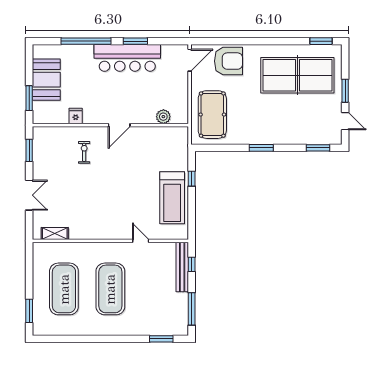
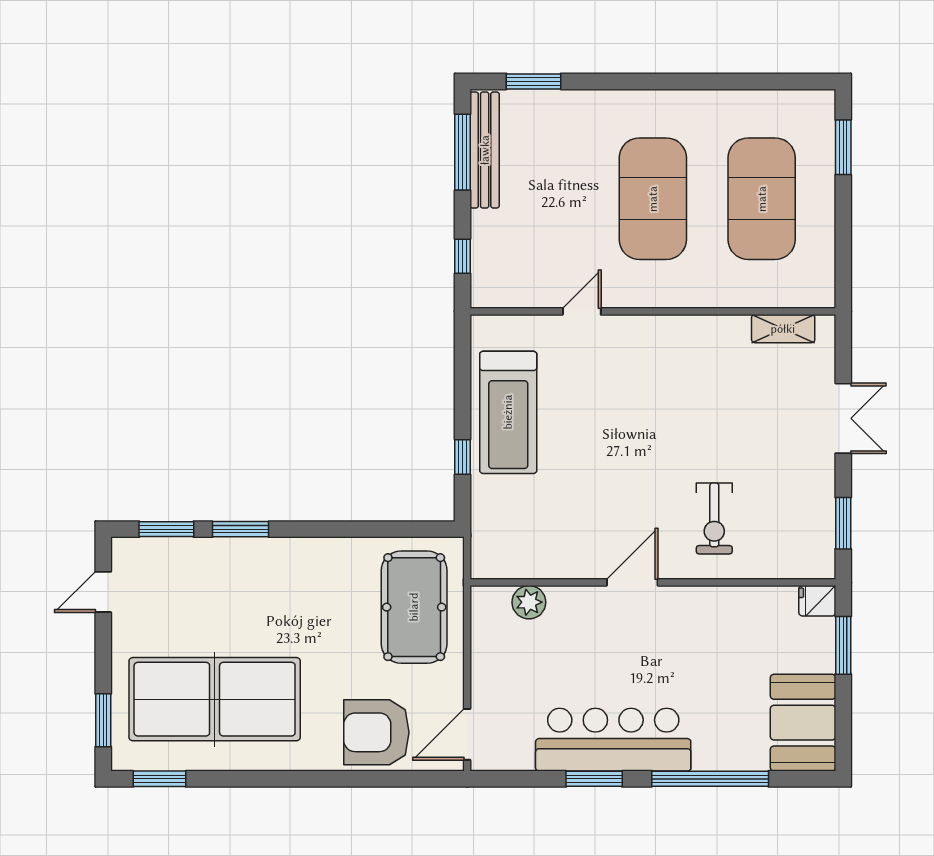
booth: (46, 80) -> (803, 723), moved
window: (345, 91) -> (103, 720), moved
fridge: (76, 116) -> (817, 601), moved, turned 90
door: (345, 121) -> (103, 592), hinge flipped
window: (261, 148) -> (241, 529), moved
exercise bike: (84, 152) -> (714, 518), width x1.38, depth x1.39
double door: (29, 195) -> (843, 418), swing flipped
treadmill: (172, 198) -> (508, 412), turned 180
door: (141, 241) -> (582, 311), swing flipped
bench: (182, 267) -> (485, 150), moved

